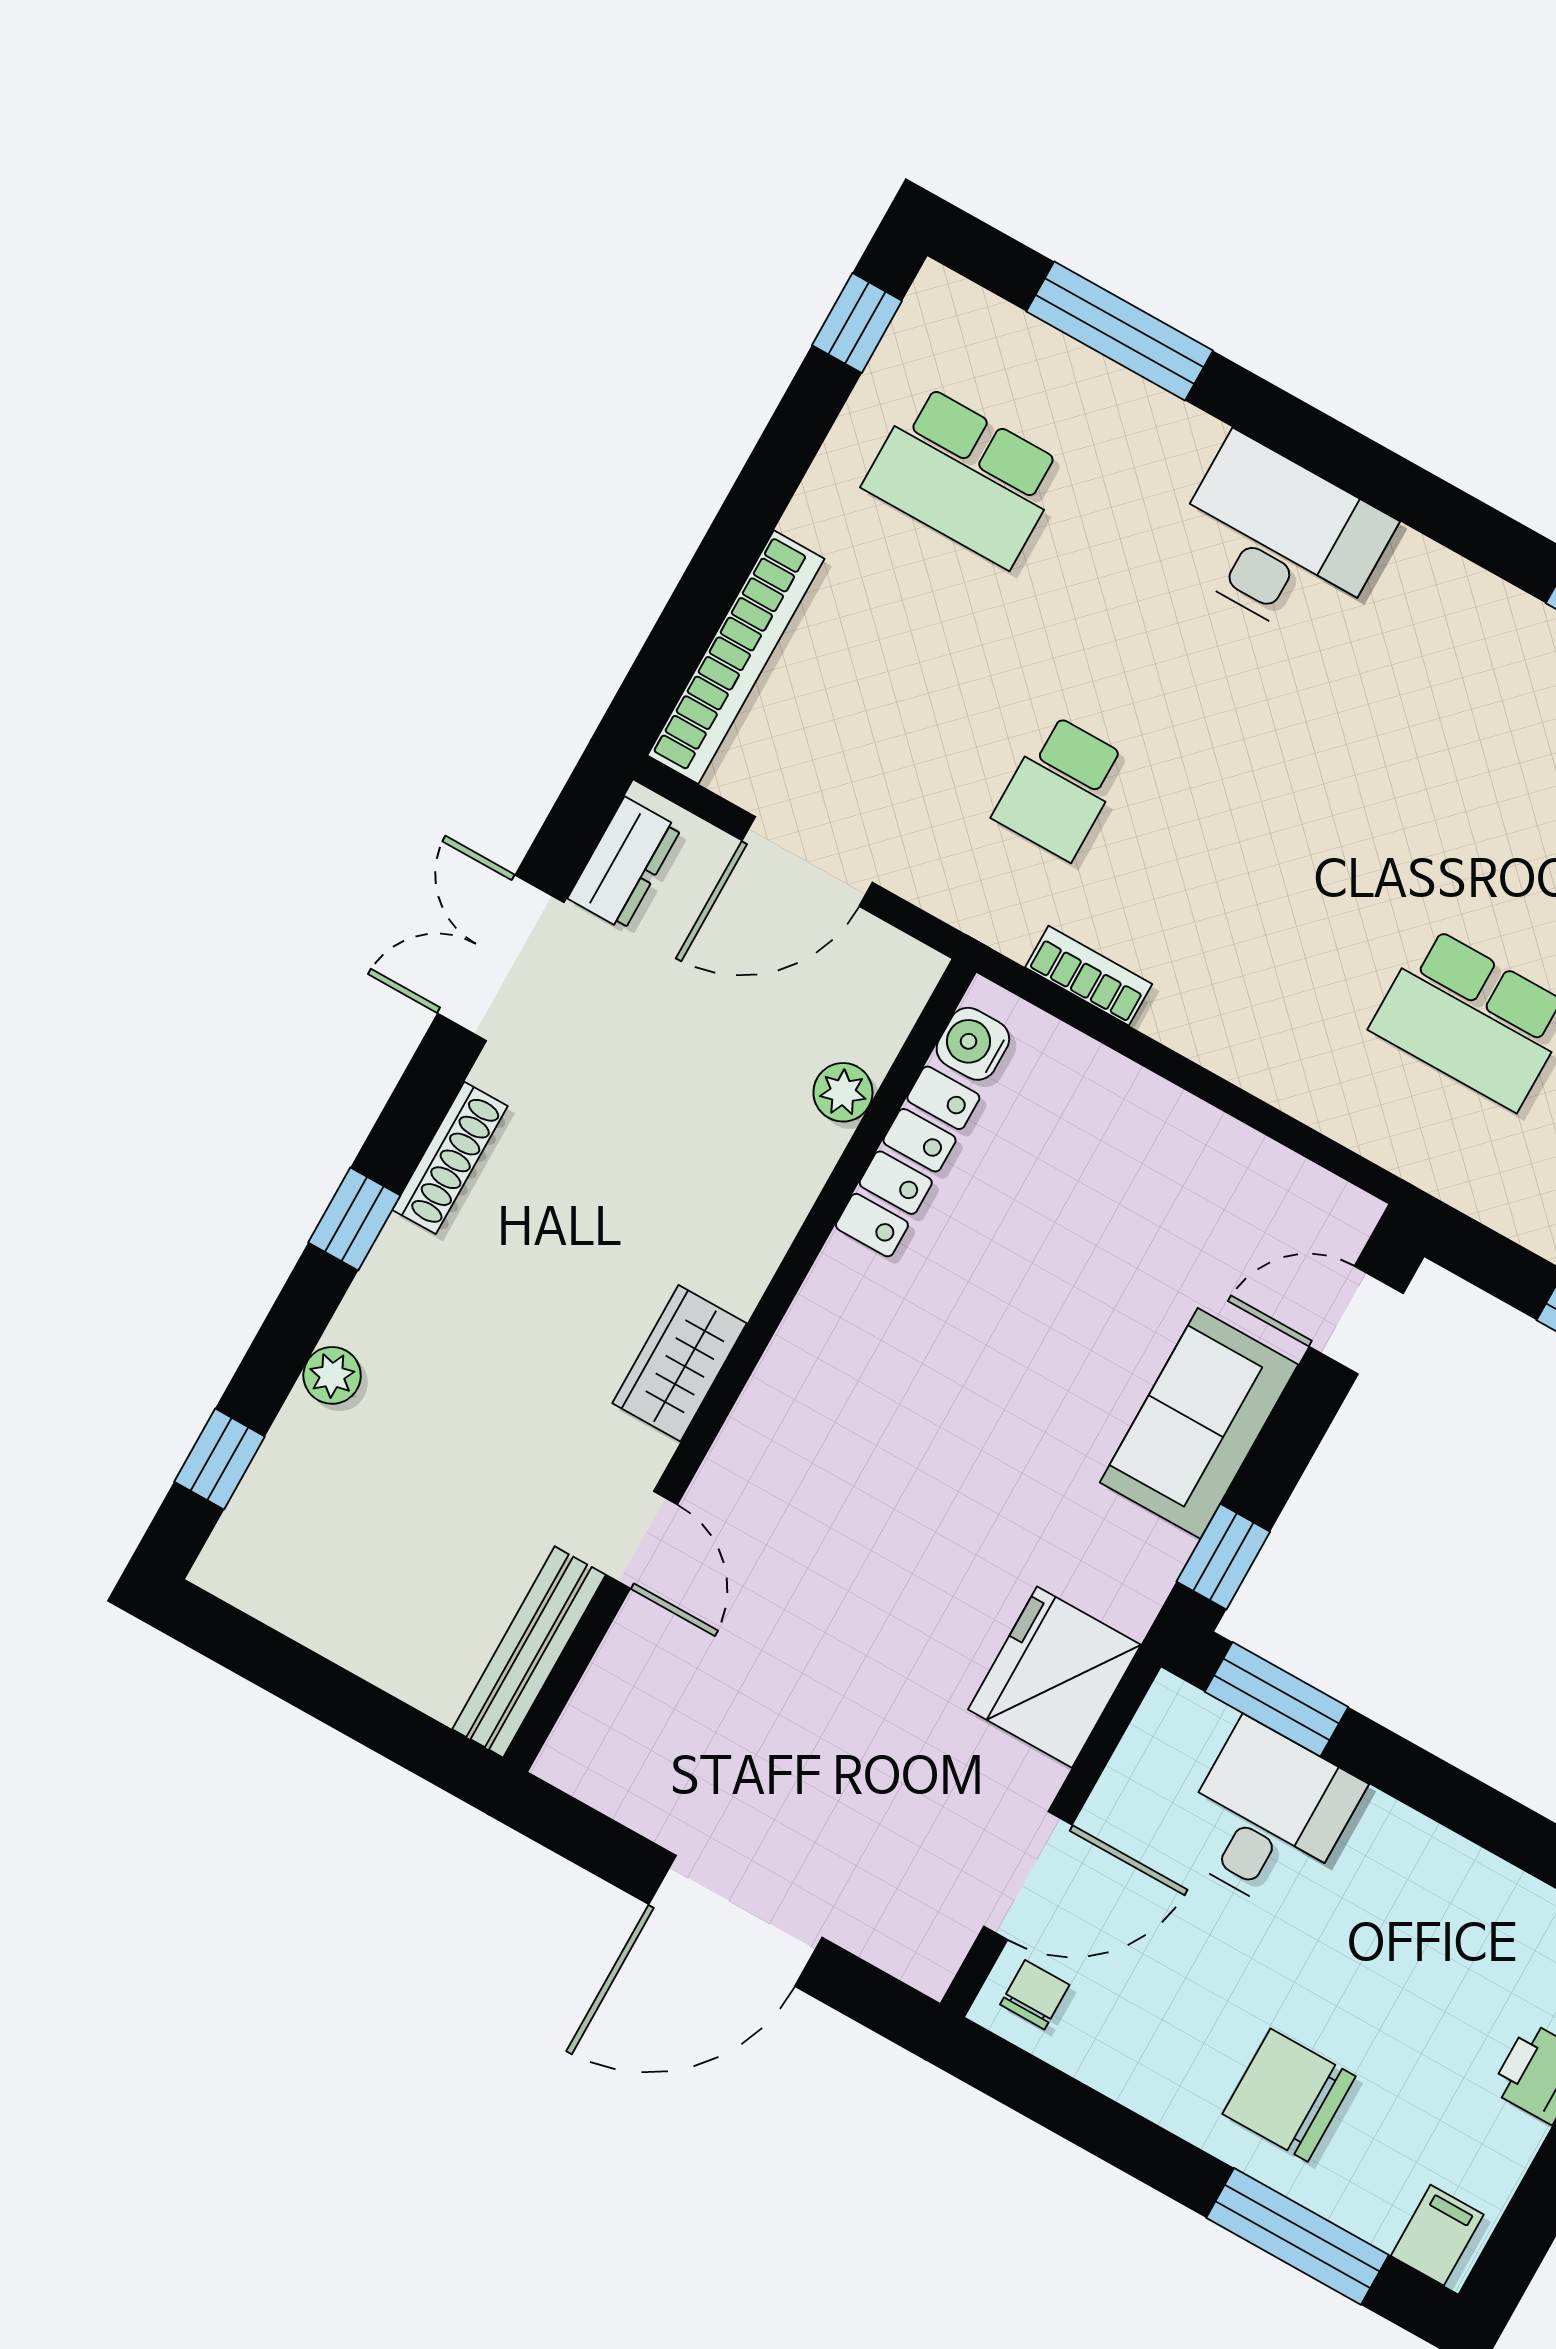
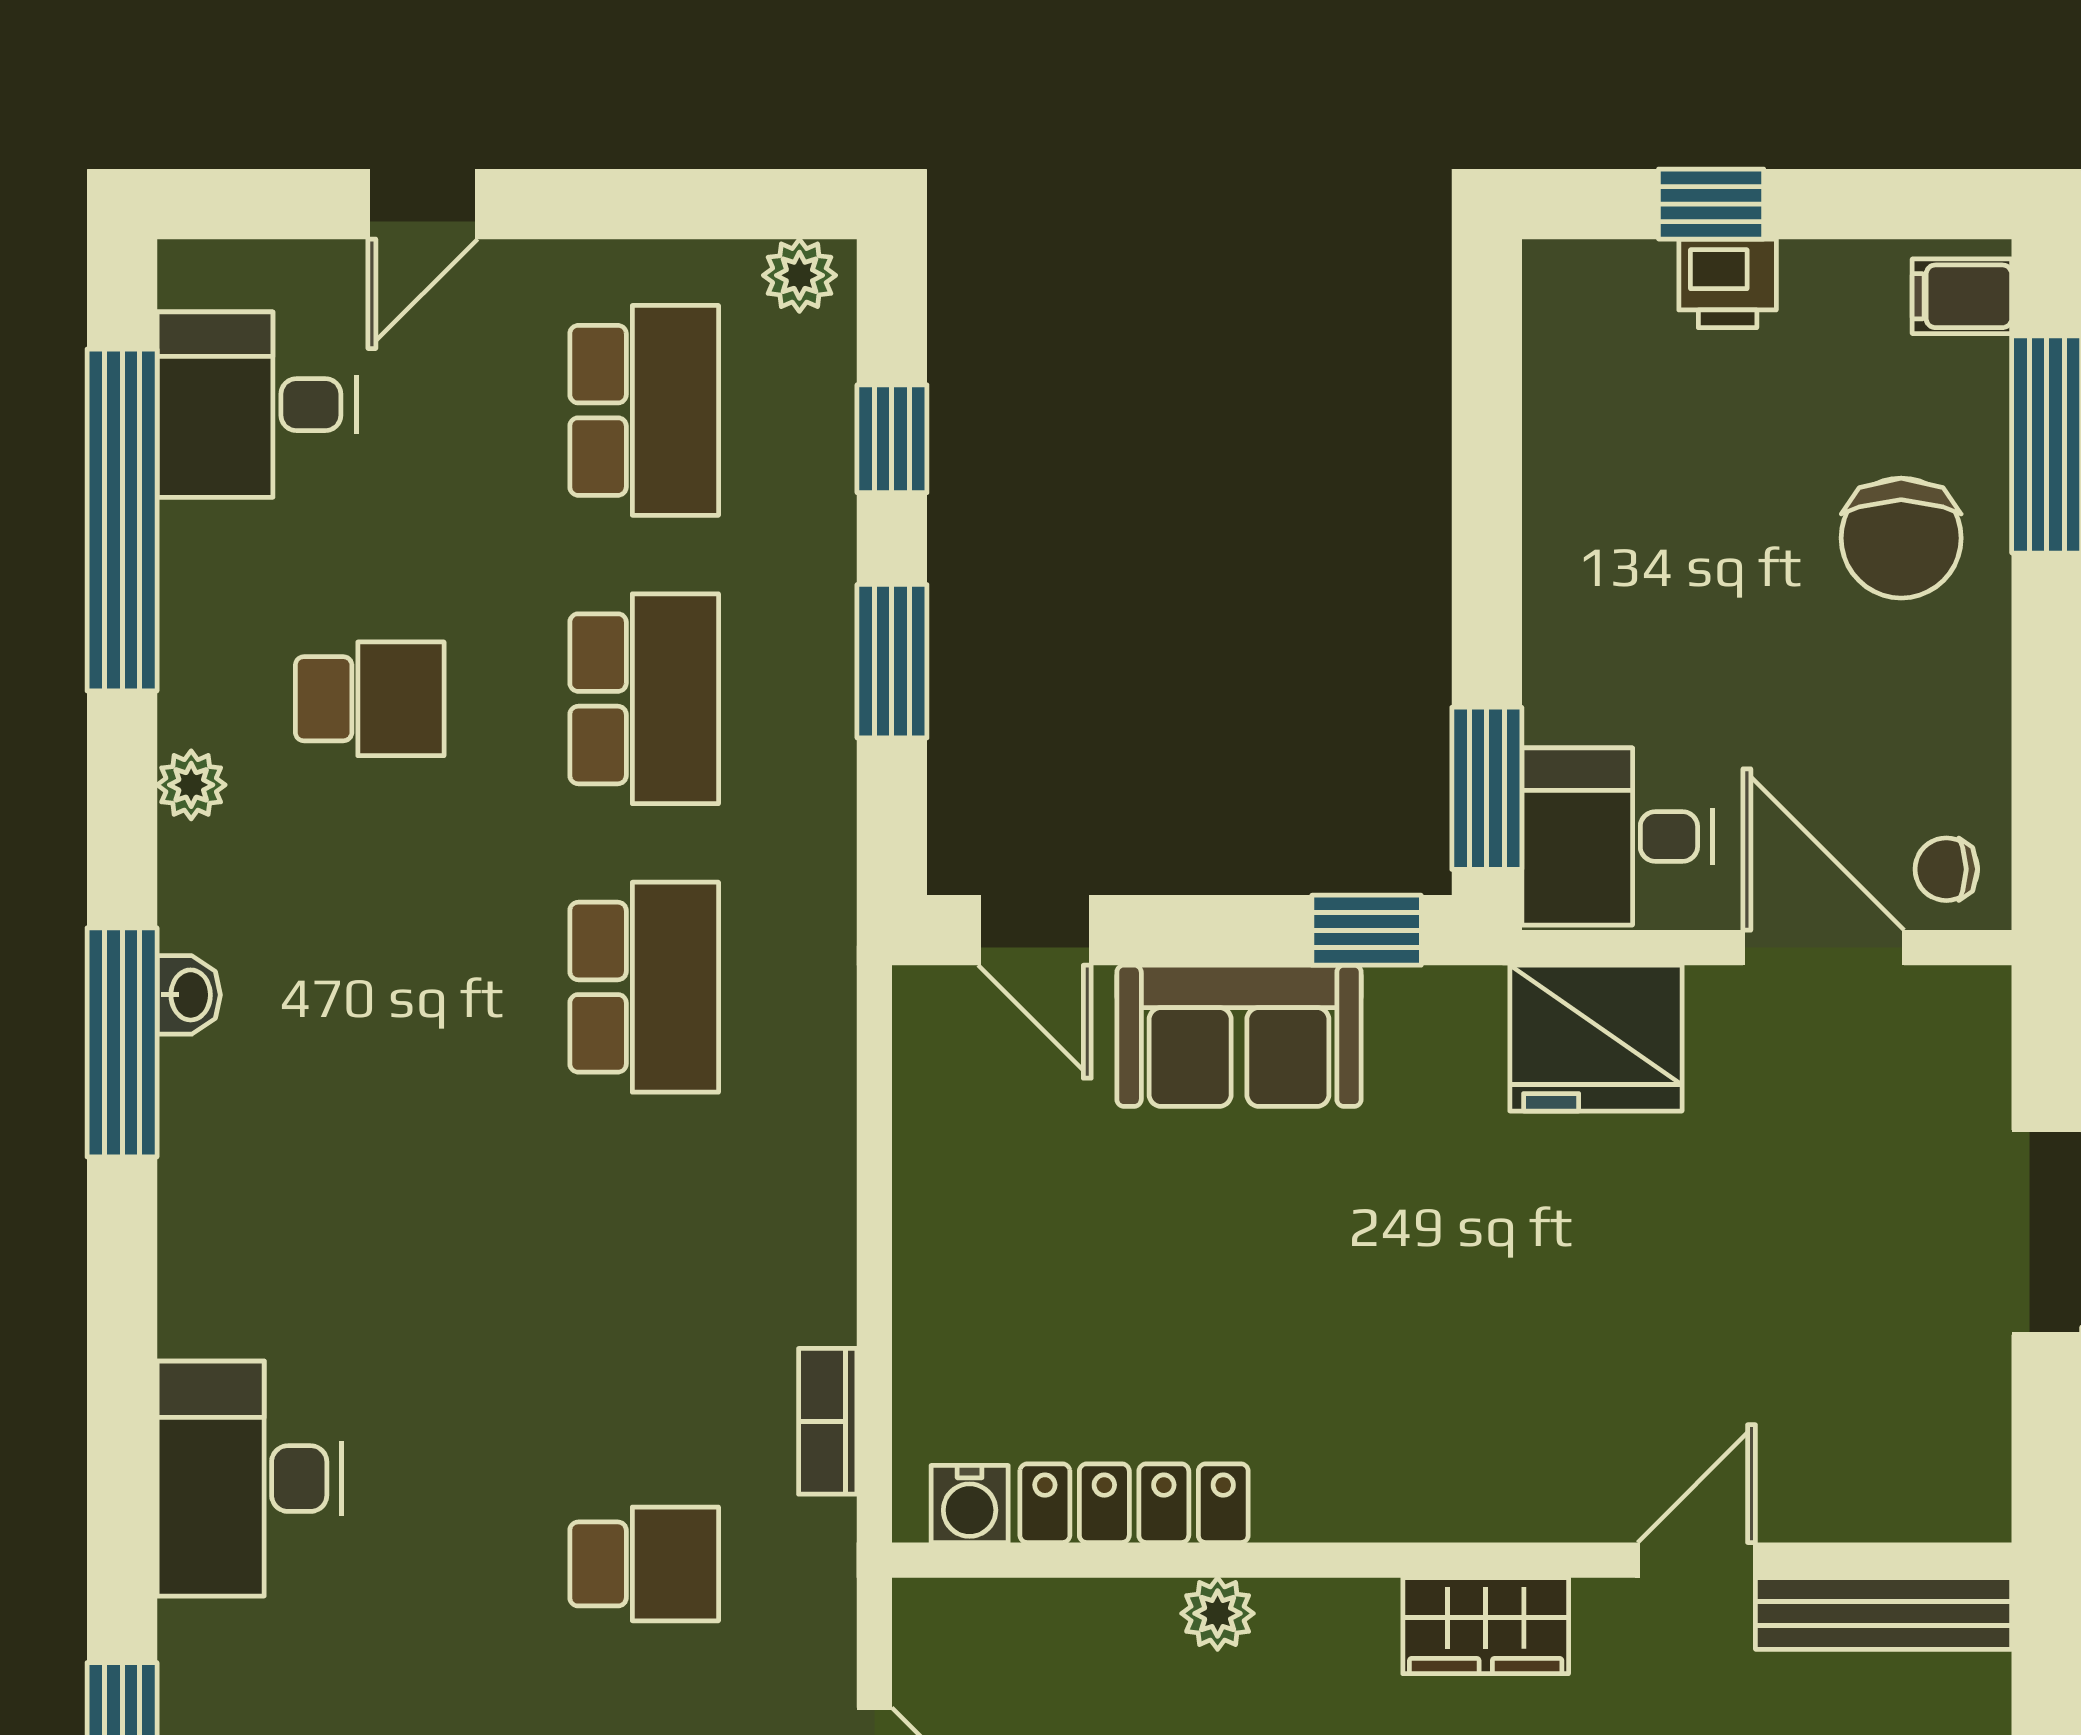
plant: (843, 1092) -> (1218, 1613), moved
desk: (1268, 1817) -> (1617, 837), moved

